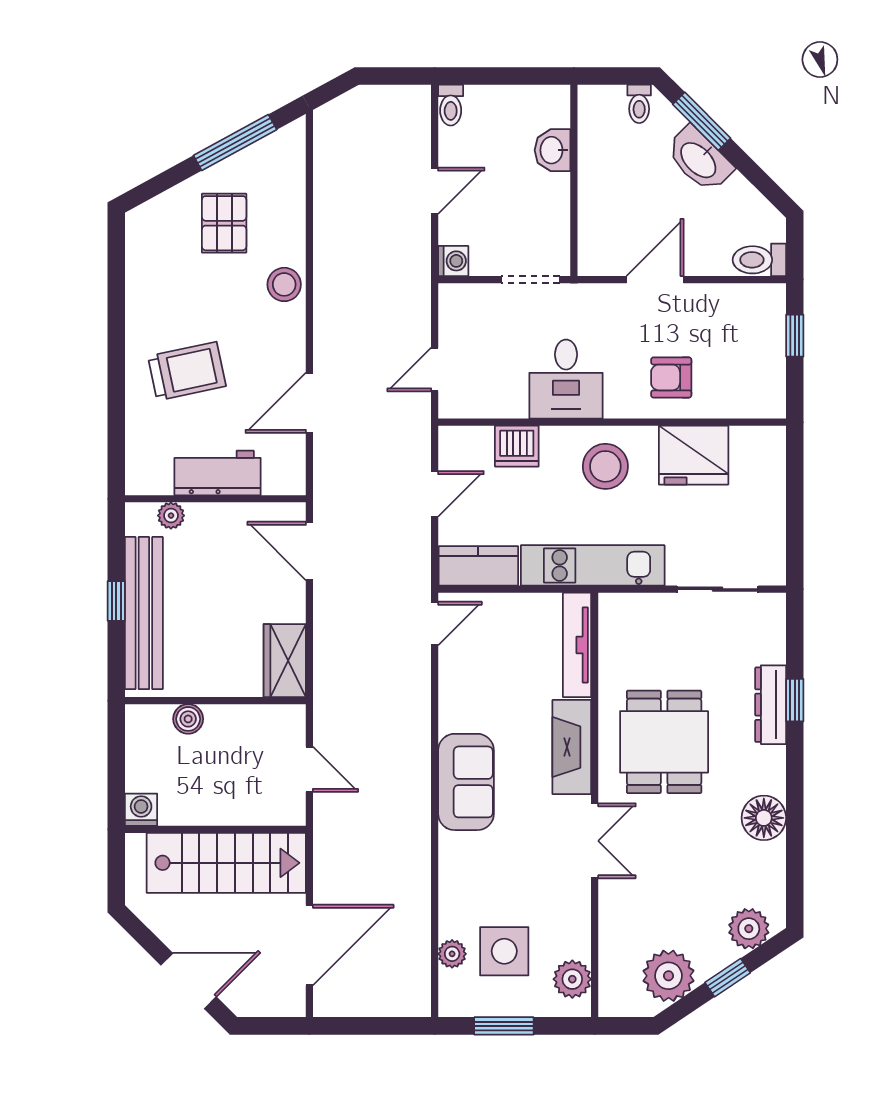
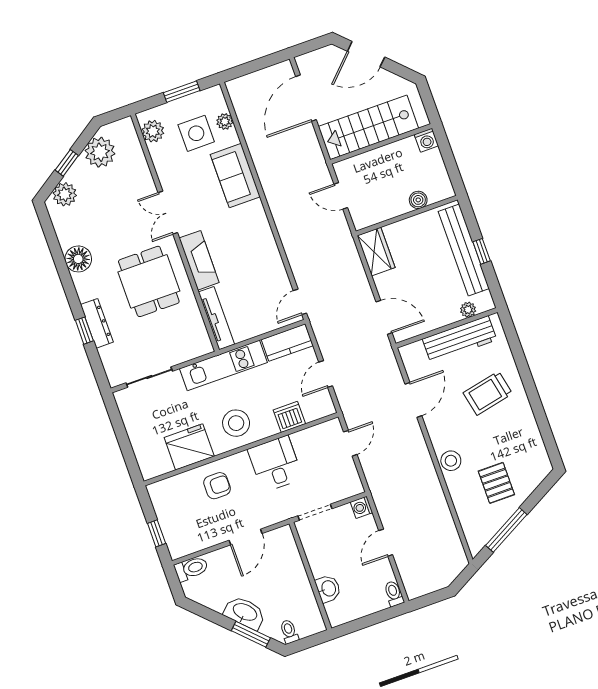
workbench: (218, 473) -> (460, 339), width x1.38
sofa: (466, 782) -> (235, 176), moved

